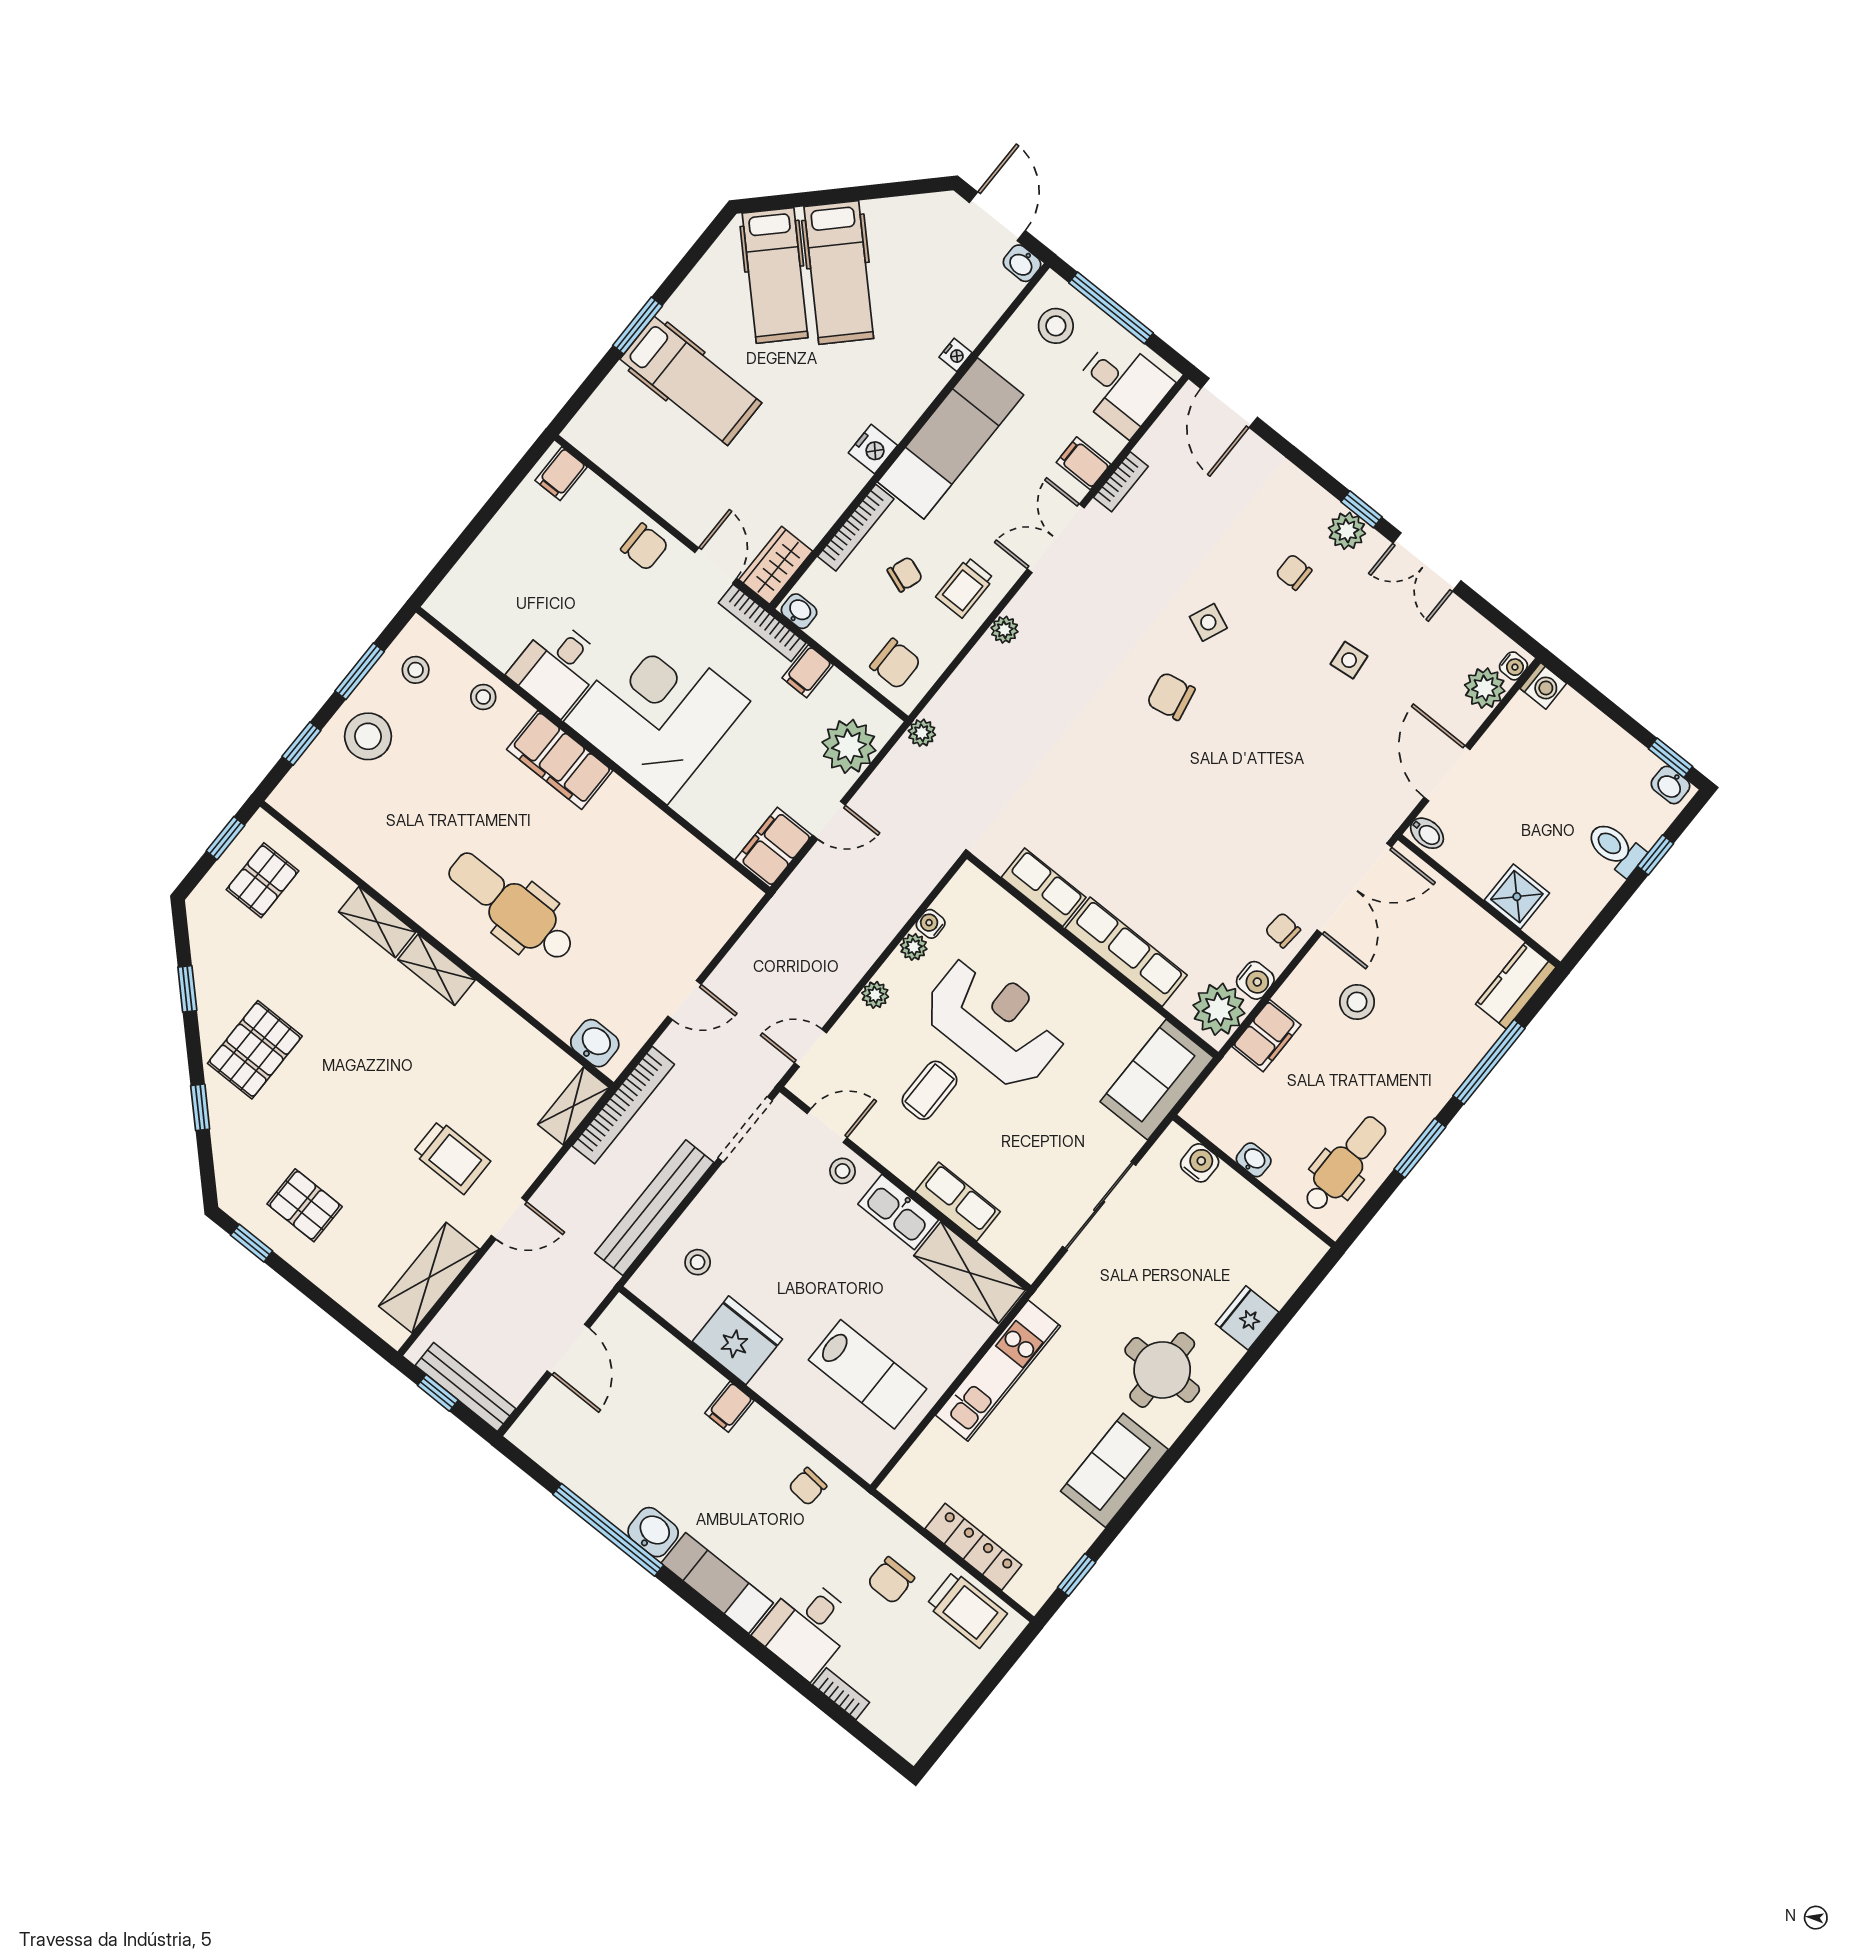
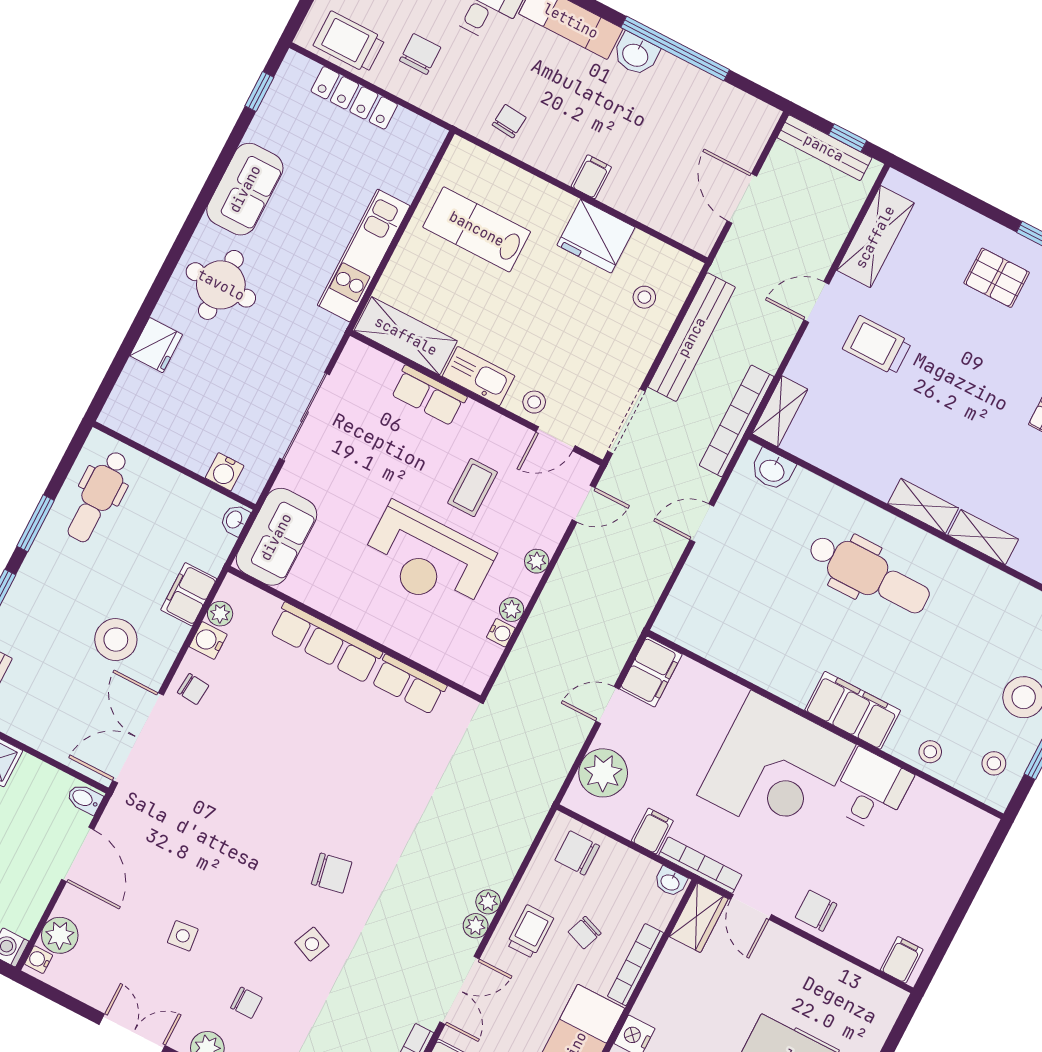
plant: (922, 733) -> (476, 926), moved
stool: (1357, 1002) -> (116, 640), width x1.38, depth x1.38
plant: (1219, 1009) -> (220, 614), width x0.53, depth x0.53
washbasin: (1254, 1160) -> (235, 520), moved, turned 90

